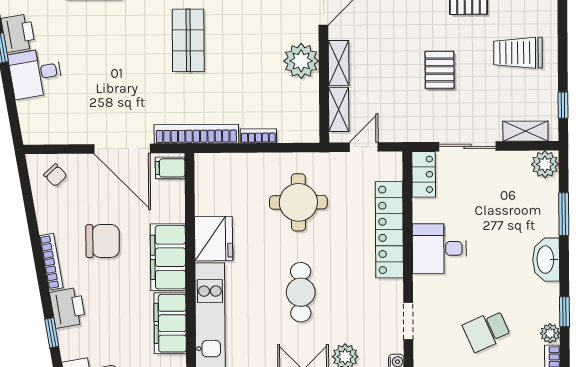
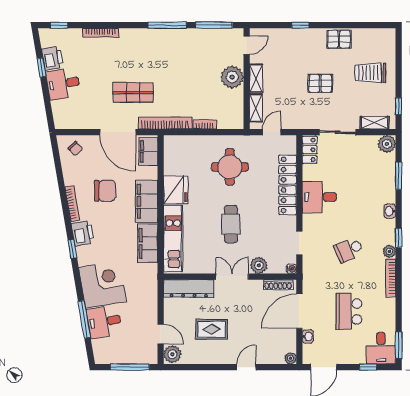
shop shelf: (188, 40) -> (133, 93), moved, turned 90
pallet: (440, 70) -> (320, 83), turned 90
filing cabinet: (170, 168) -> (148, 152), width x2.00
washbasin: (546, 260) -> (390, 211), width x0.52, depth x0.69

